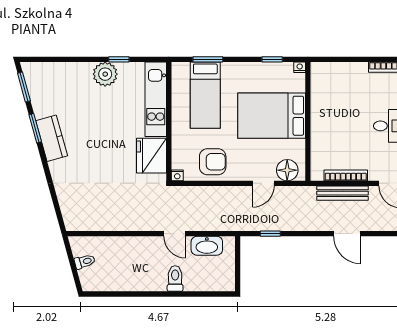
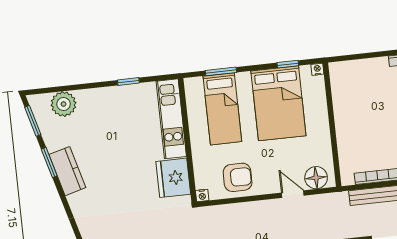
plant: (105, 74) -> (64, 104), moved
bed: (272, 116) -> (278, 103), moved, turned -90
door: (263, 183) -> (293, 194), swing flipped

